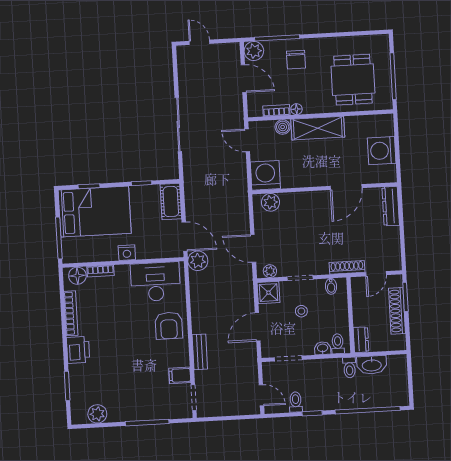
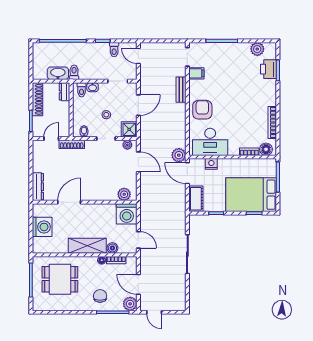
door: (199, 42) -> (154, 312), moved
dining table: (353, 80) -> (60, 279), turned 90
nightstand: (127, 253) -> (211, 164), moved
shoe rack: (397, 311) -> (37, 99), moved
printer: (78, 350) -> (269, 69), moved

